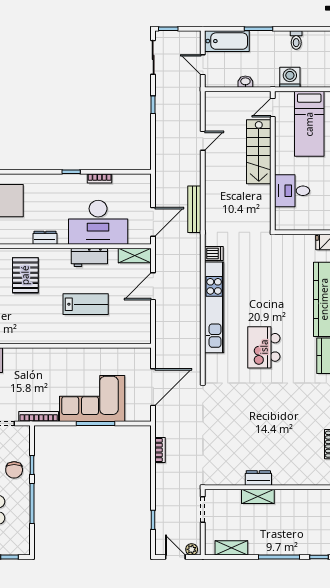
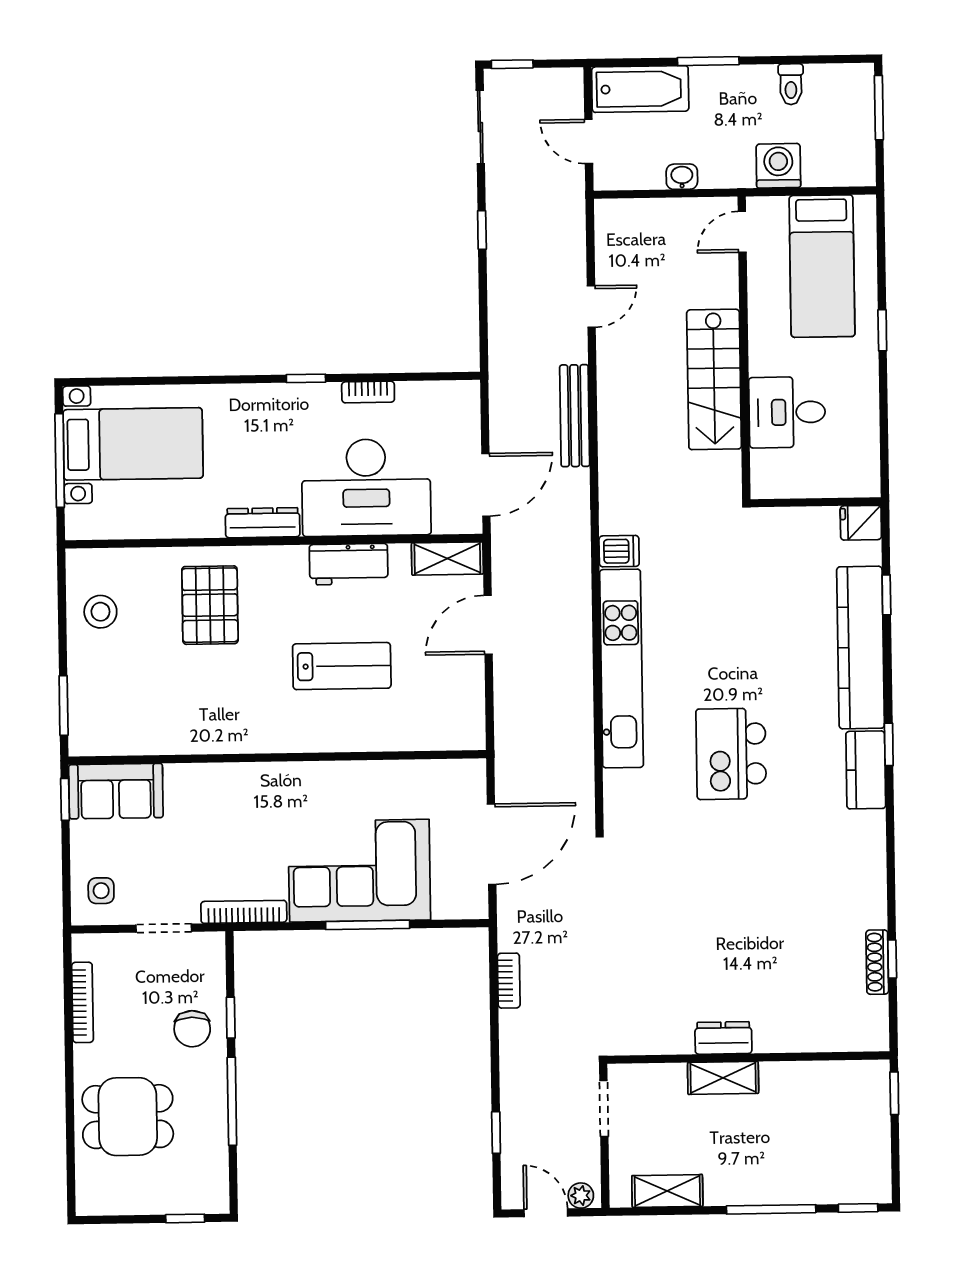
stairs: (259, 152) -> (714, 379), moved
bench: (194, 209) -> (575, 416), moved
dresser: (45, 238) -> (263, 523), width x1.44

